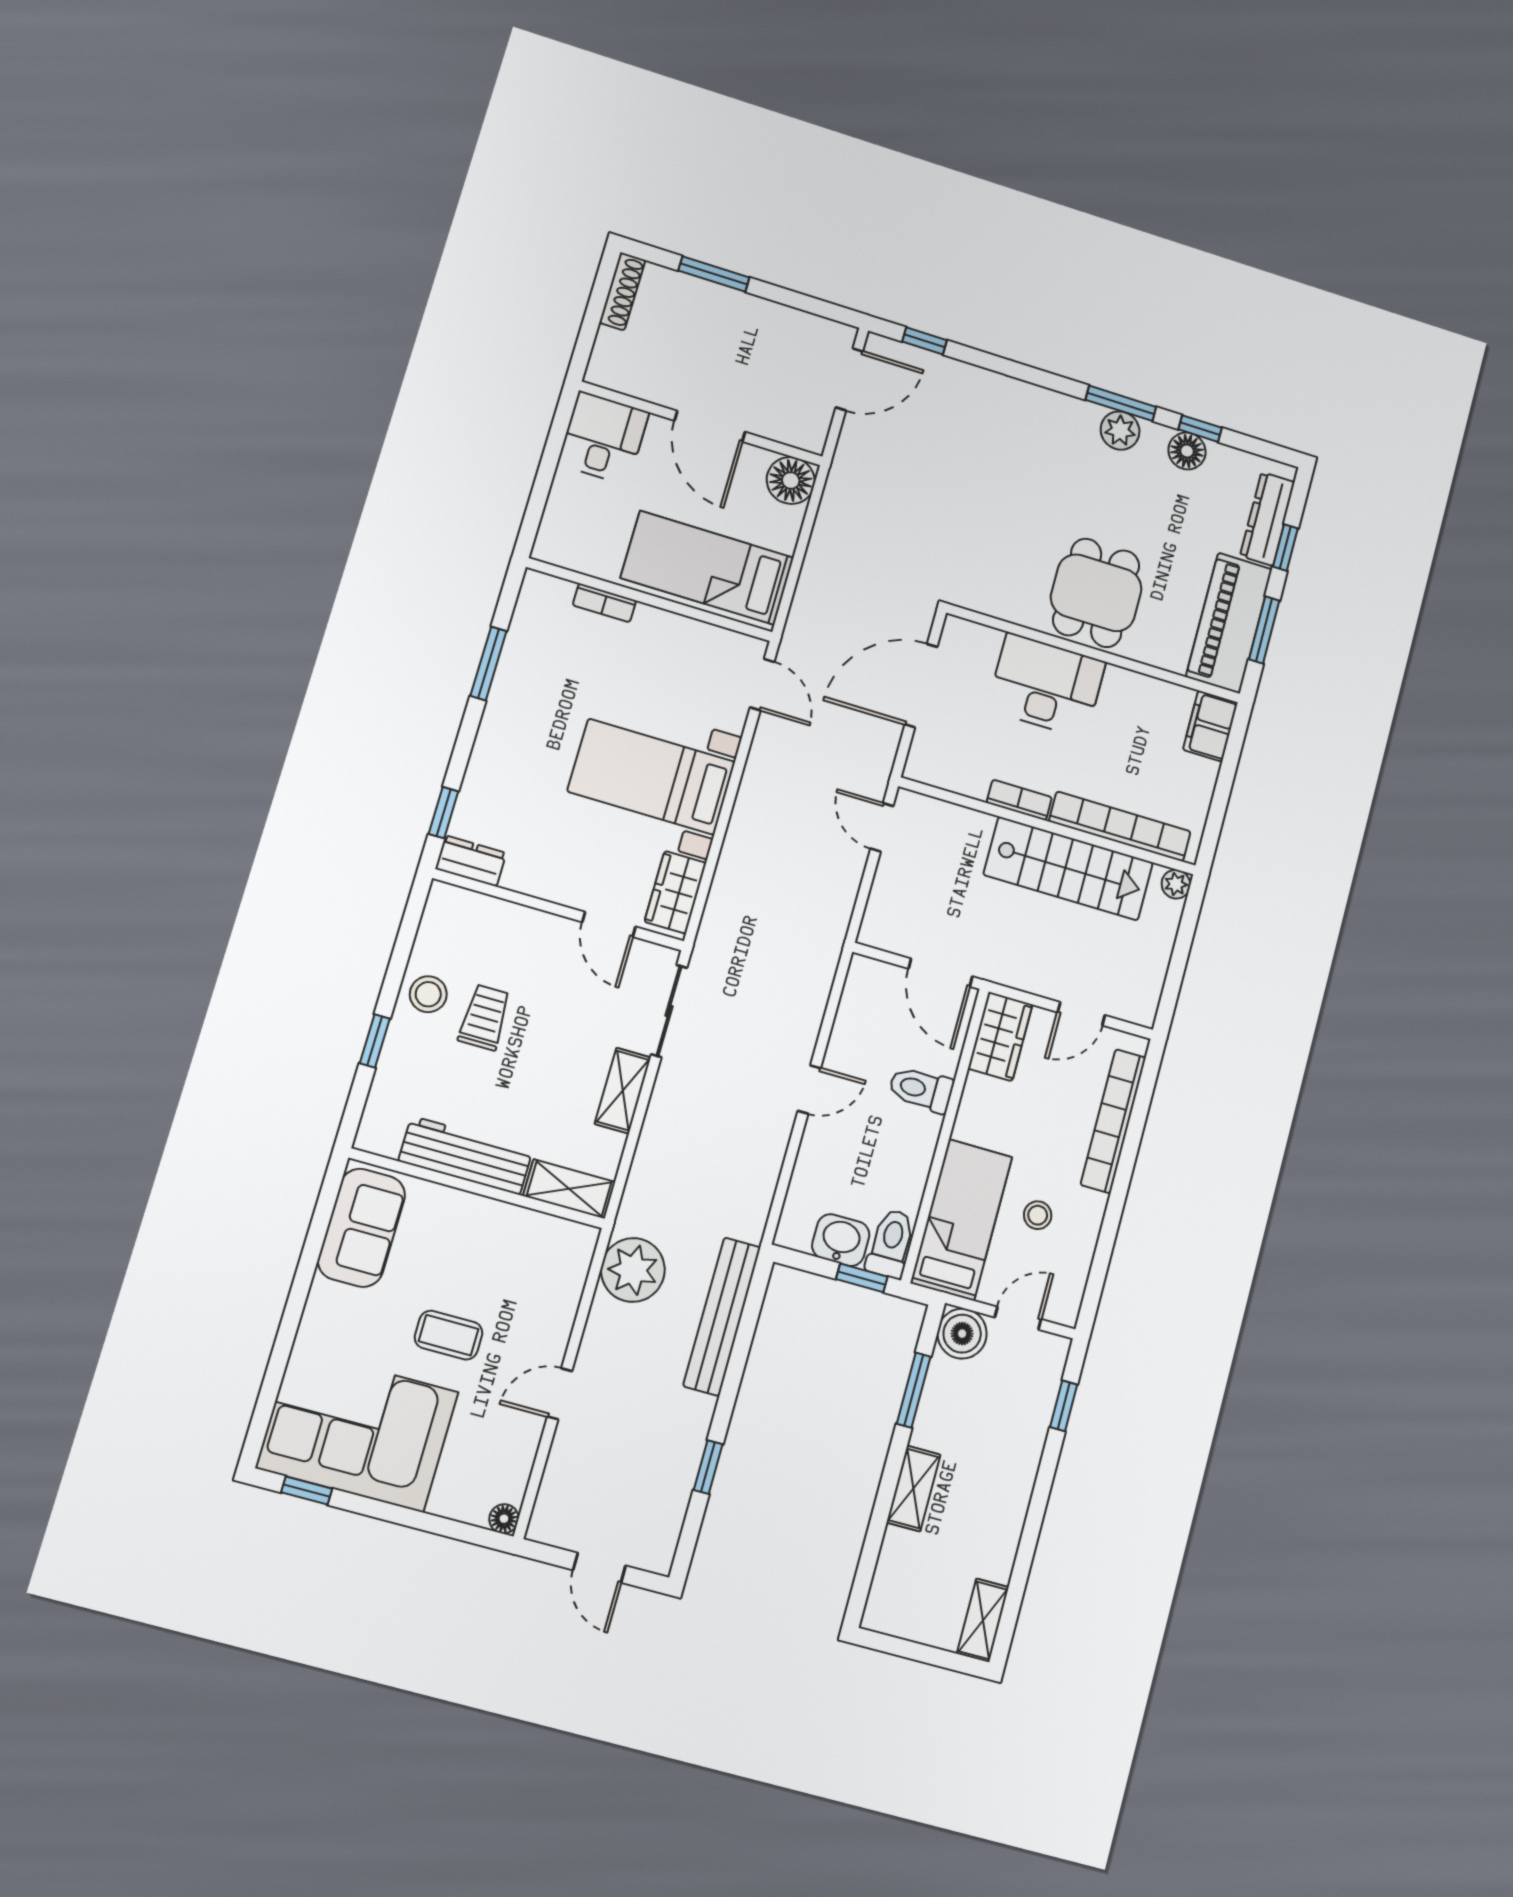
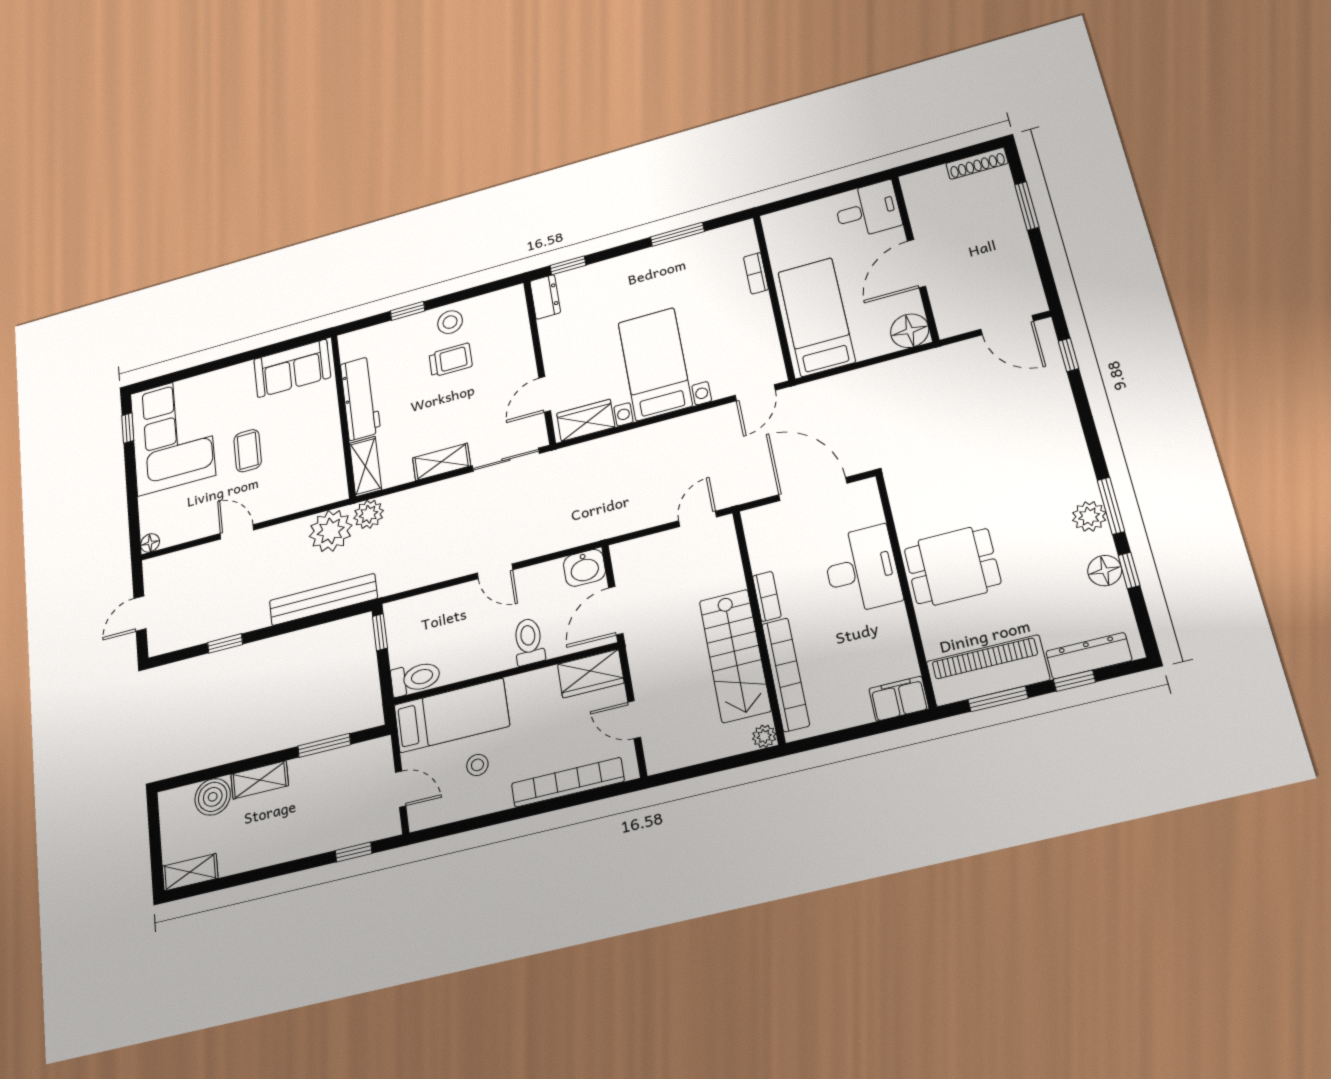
plant: (639, 1212) -> (369, 514), added
washbasin: (841, 1240) -> (584, 568), moved, turned 90
window: (862, 1278) -> (380, 632), moved
boiler: (962, 1334) -> (213, 797), moved

